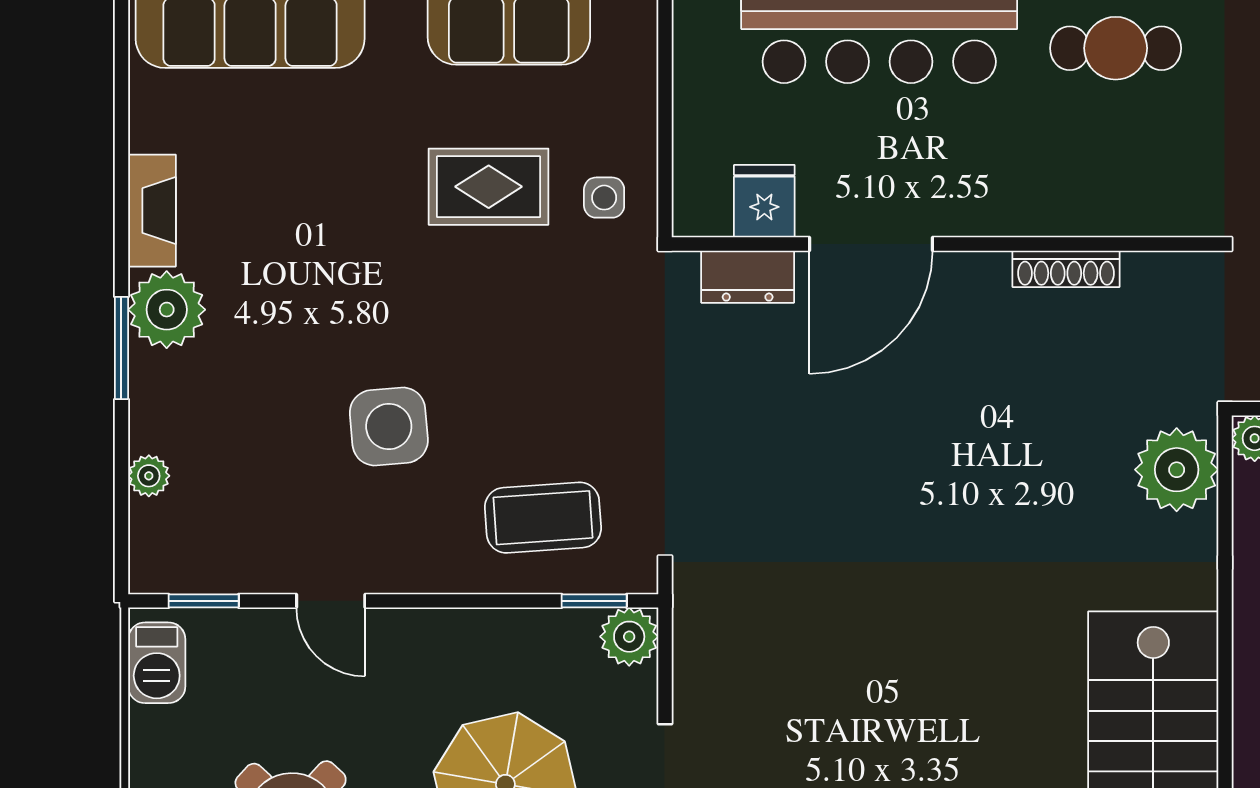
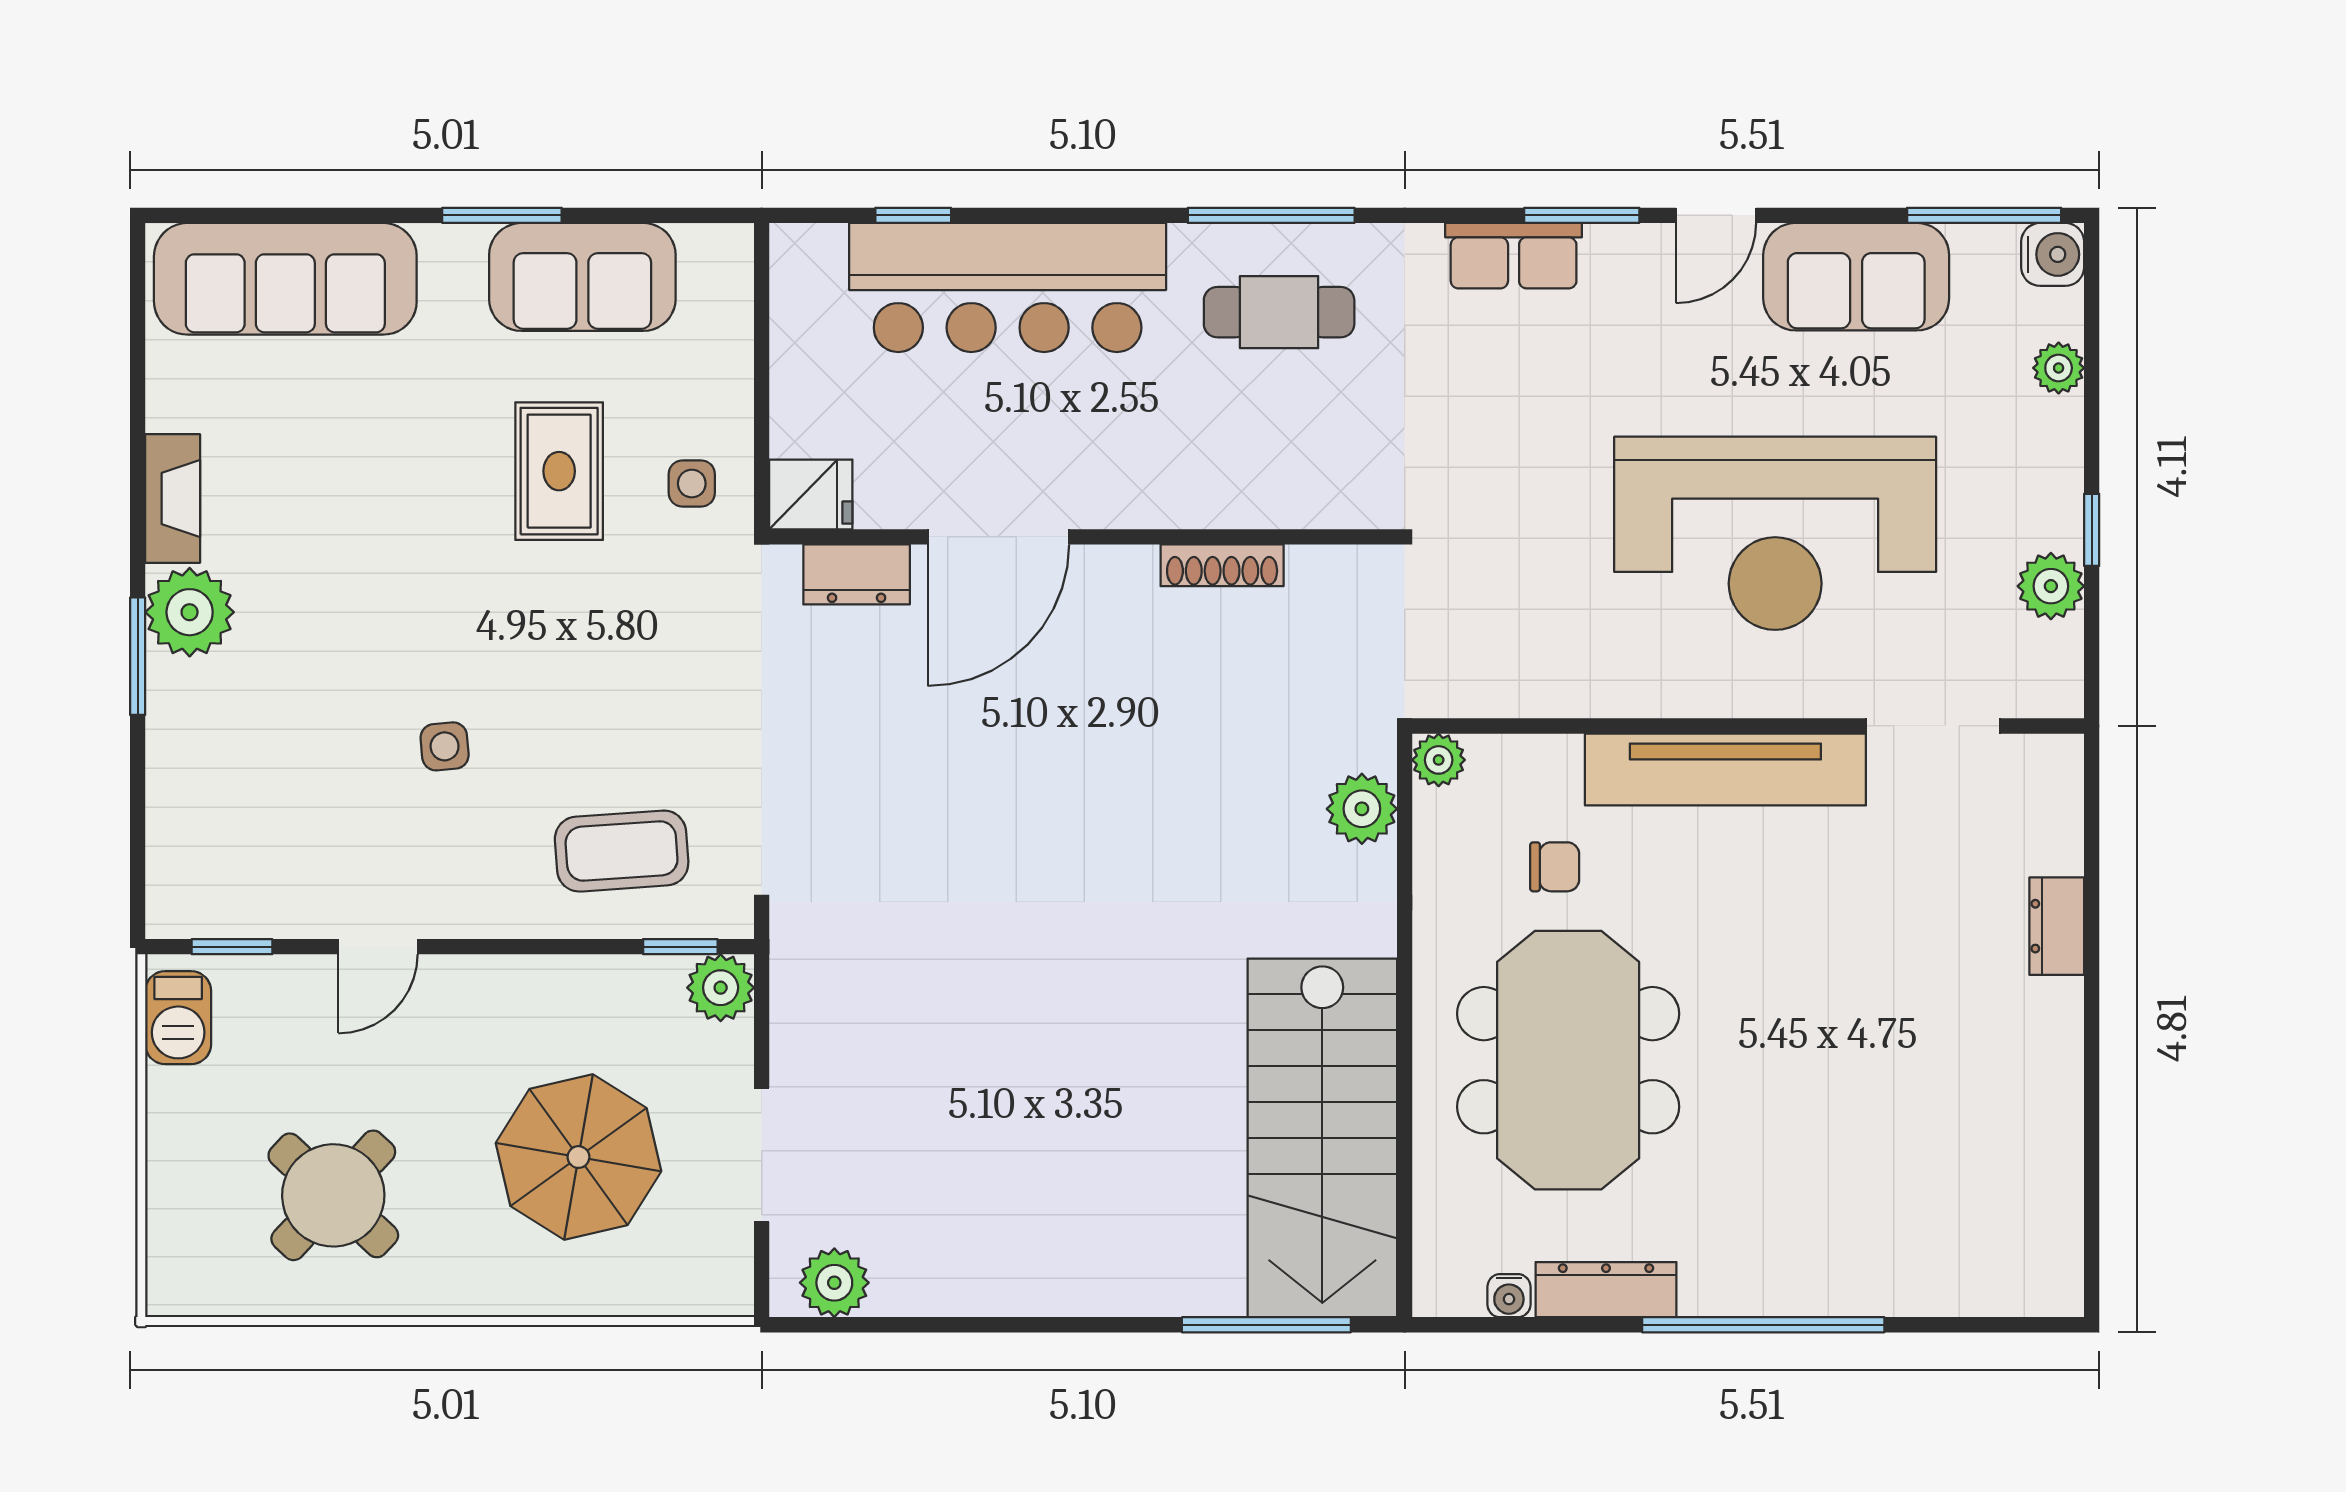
rug: (489, 187) -> (559, 471), turned 90
fridge: (764, 201) -> (811, 494), moved, turned 90
side table: (389, 426) -> (445, 746), width x0.54, depth x0.54
plant: (1177, 470) -> (1362, 809), width x0.73, depth x0.73
plant: (149, 476) -> (169, 803), removed
door: (331, 601) -> (378, 947), hinge flipped

